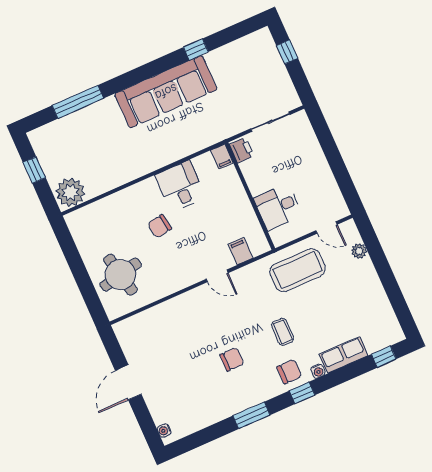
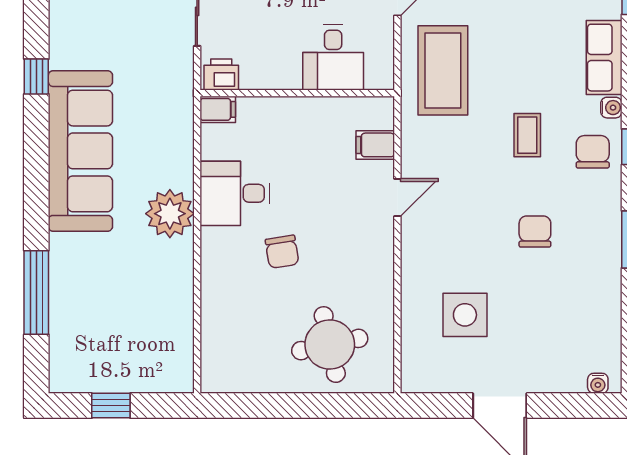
plant: (70, 192) -> (170, 214), moved
coffee table: (283, 332) -> (527, 135), turned 90
side table: (169, 341) -> (465, 315), added

